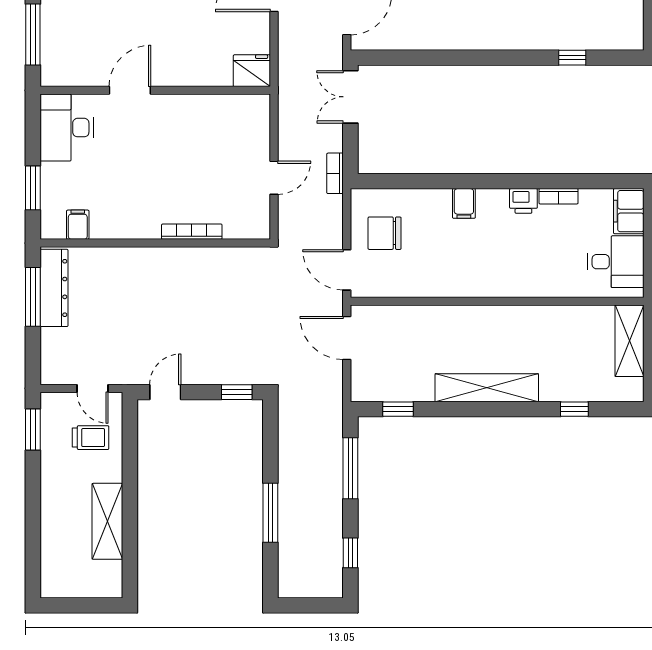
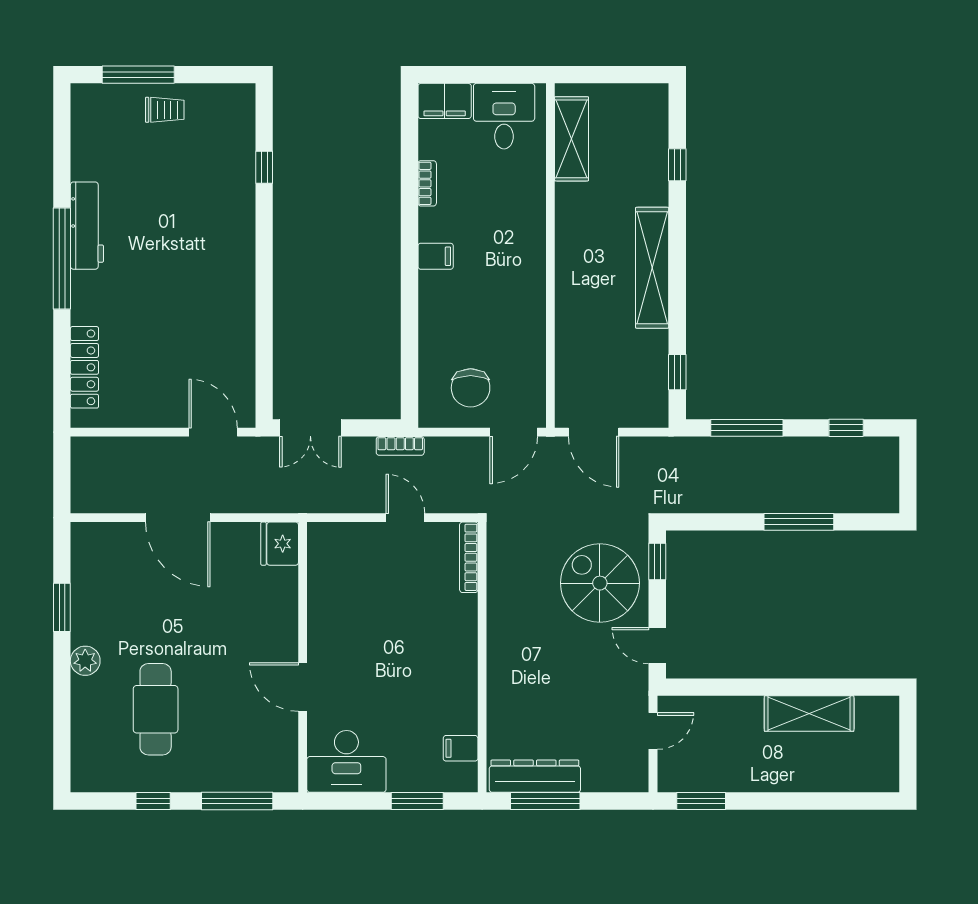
printer: (523, 201) -> (433, 225), removed
filing cabinet: (464, 203) -> (436, 256), moved
bookcase: (192, 232) -> (469, 557), moved
door: (347, 338) -> (594, 432), hinge flipped
shelving: (629, 341) -> (572, 139), moved, turned 90
spiral stairs: (218, 343) -> (600, 583), added
trolley: (91, 438) -> (711, 733), removed

